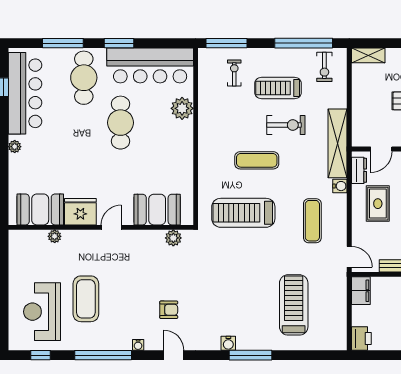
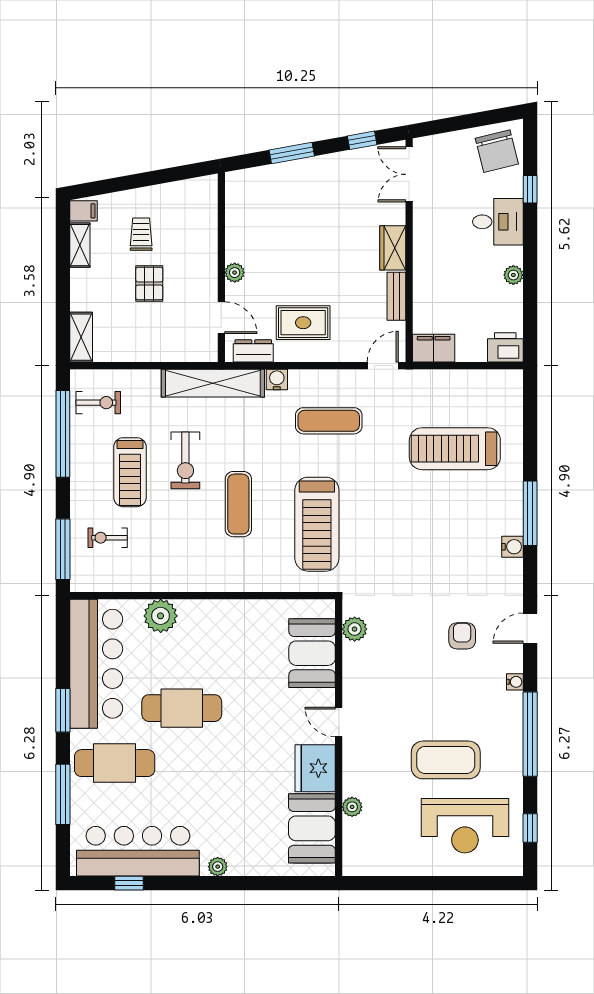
exercise bike: (286, 125) -> (185, 460), turned 180

